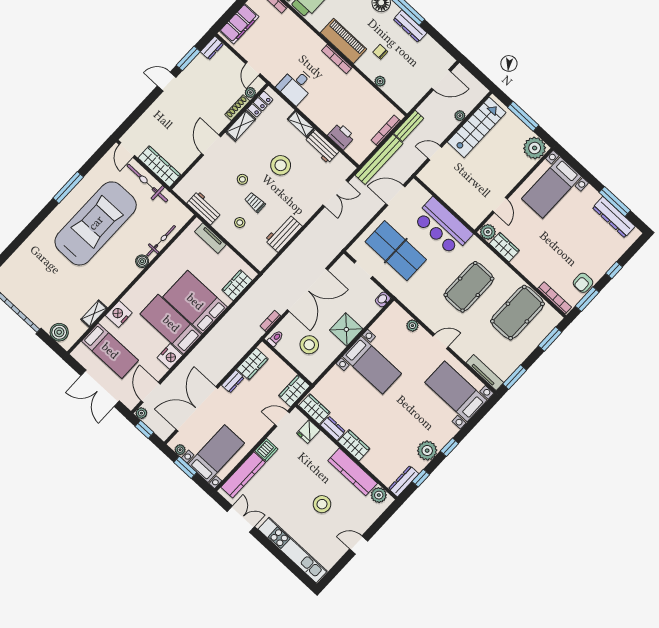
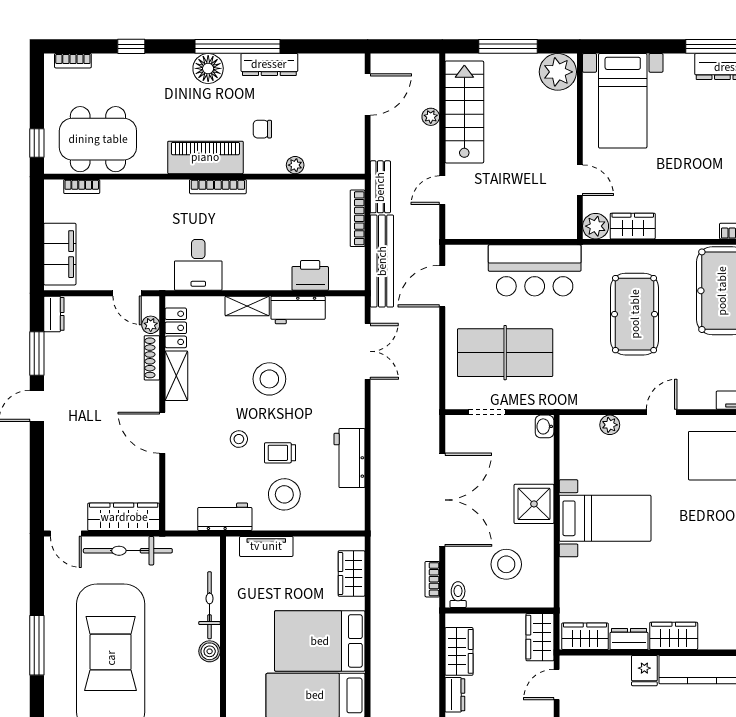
stool: (240, 223) -> (284, 494), width x1.89, depth x1.89
fridge: (308, 432) -> (644, 671), moved

